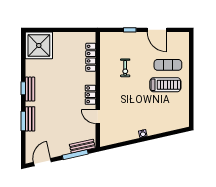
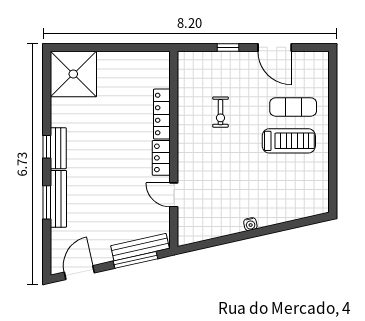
locker: (91, 57) -> (162, 114), moved
bench: (30, 119) -> (58, 199), width x1.36
bench: (82, 146) -> (140, 247), width x1.36

